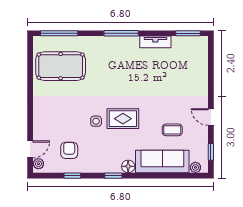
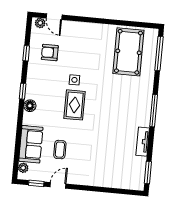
door: (211, 117) -> (58, 185), moved
armchair: (69, 150) -> (50, 53), turned 180
sofa: (162, 162) -> (31, 144), width x0.73

